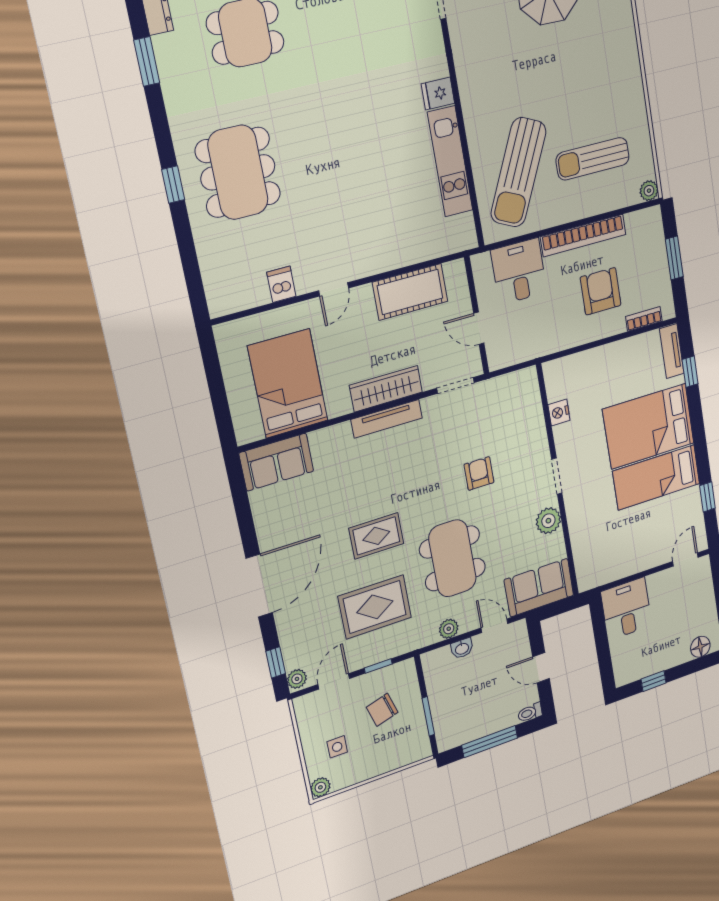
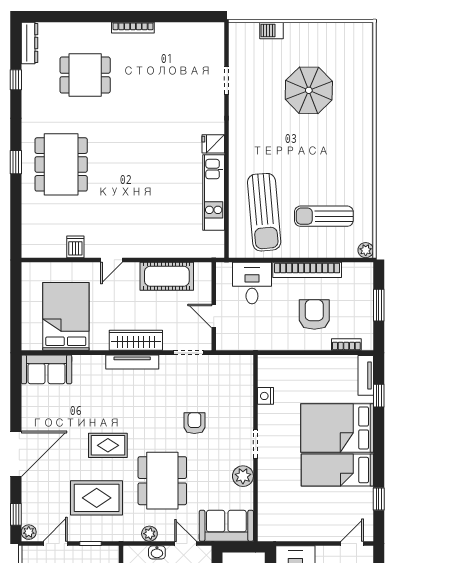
window: (147, 62) -> (16, 80), width x0.67
sun lounger: (518, 172) -> (264, 212), turned -30

